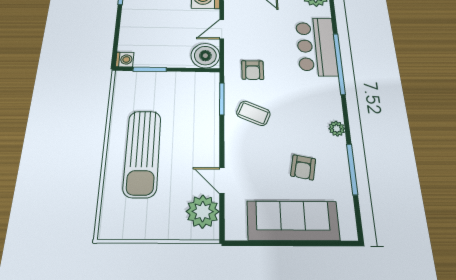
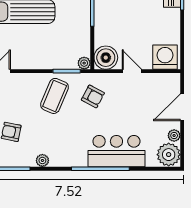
armchair: (253, 70) -> (93, 96), turned -152
plant: (212, 79) -> (84, 63), added
coffee table: (253, 113) -> (55, 96), width x1.36, depth x1.30

